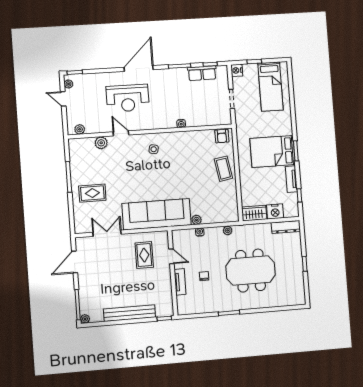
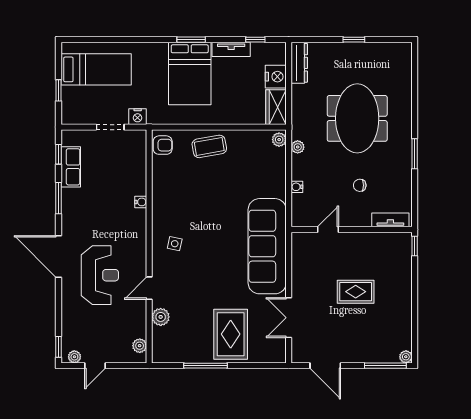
nightstand: (237, 70) -> (138, 117), moved
rug: (92, 193) -> (231, 334), width x1.36, depth x1.43
plant: (197, 220) -> (279, 140), moved
rug: (144, 255) -> (356, 292), moved
tv unit: (180, 282) -> (390, 220), moved
bench: (129, 313) -> (403, 294), removed

